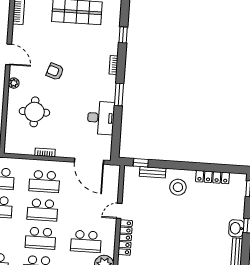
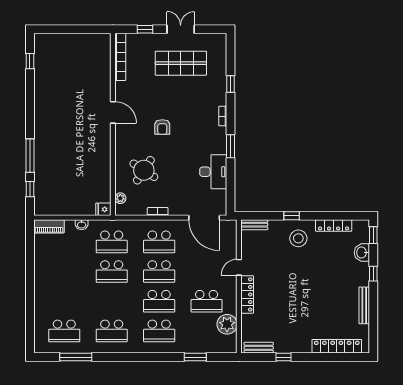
armchair: (55, 72) -> (162, 127), turned -109
plant: (14, 83) -> (120, 198), moved
round table: (34, 112) -> (144, 170), turned 33
window: (141, 163) -> (292, 216), moved
bench: (153, 172) -> (254, 225), moved
washbasin: (236, 228) -> (362, 253), moved

